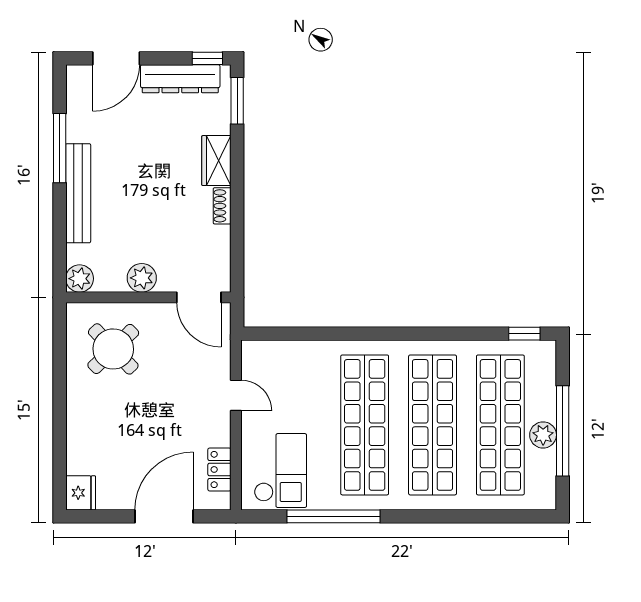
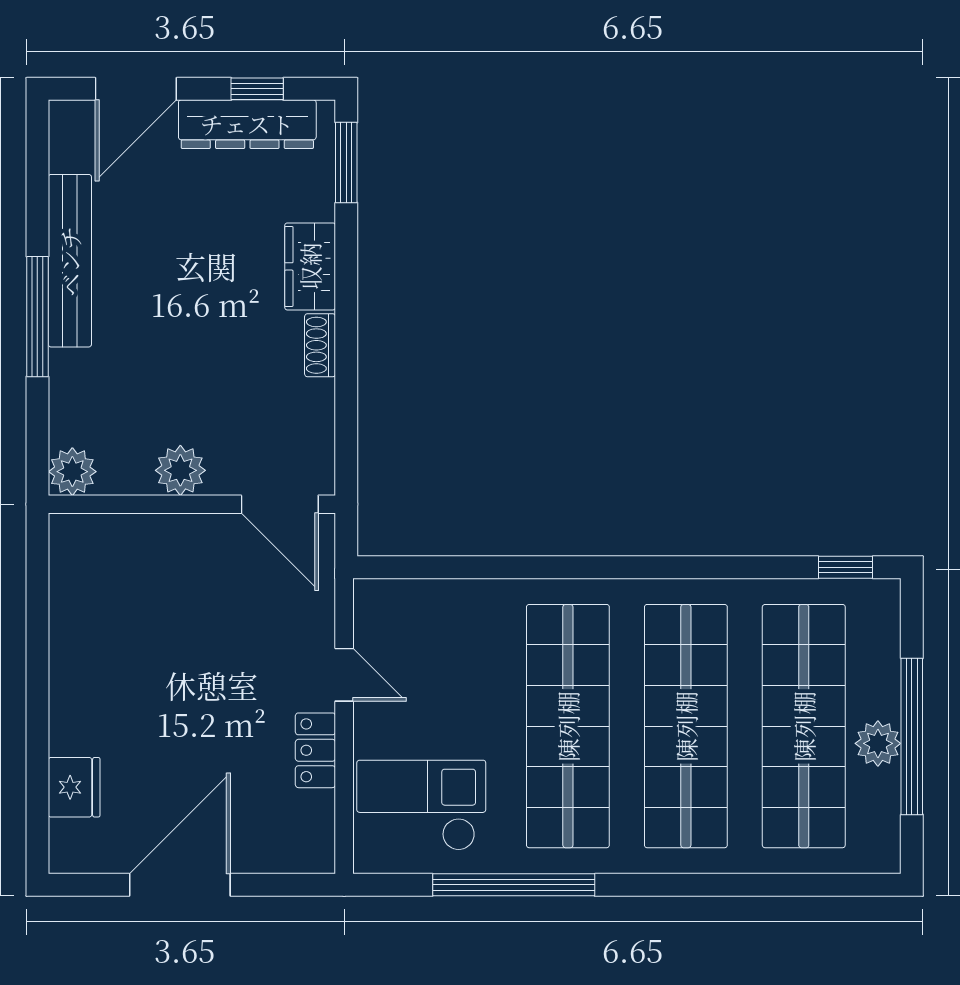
window: (207, 58) -> (257, 89), moved
window: (60, 148) -> (37, 317), moved
bench: (78, 193) -> (70, 261), moved
round table: (113, 349) -> (131, 594), removed
locker: (219, 469) -> (315, 750), moved
checkout: (280, 471) -> (421, 805), turned -90
fridge: (81, 493) -> (74, 787), moved
door: (164, 516) -> (180, 885), moved

